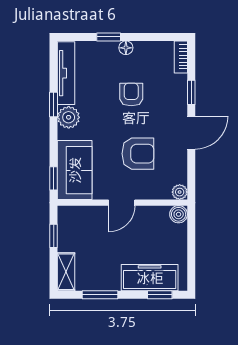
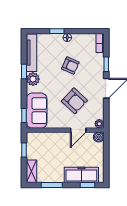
armchair: (131, 95) -> (70, 66), turned 114
armchair: (138, 154) -> (74, 101), turned 43
door: (122, 203) -> (78, 130), moved

